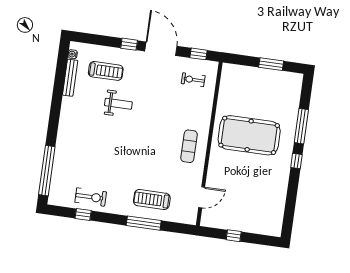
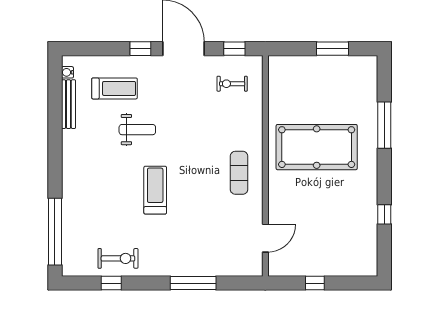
window: (296, 161) -> (384, 214), moved
treadmill: (152, 200) -> (155, 190), moved, turned 90

